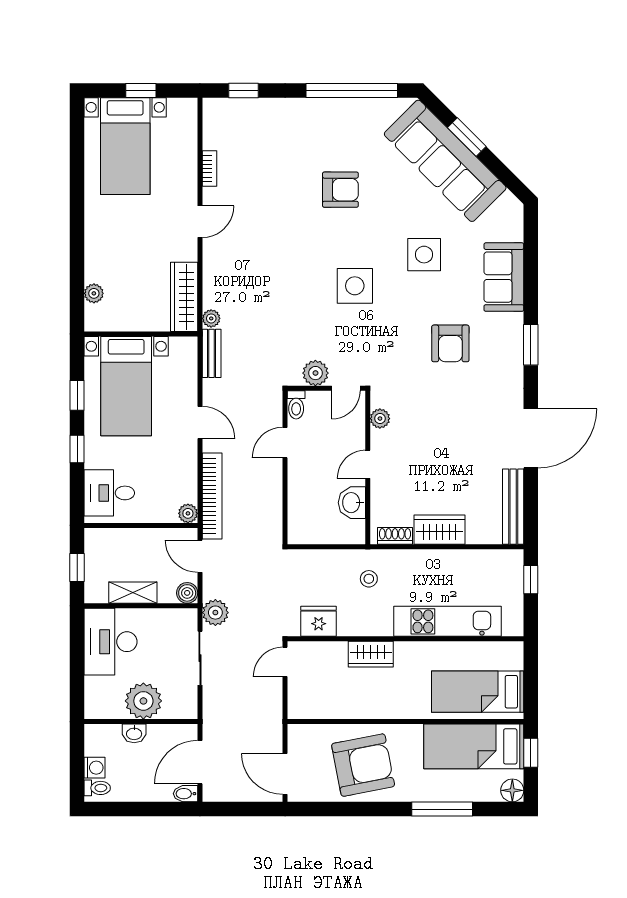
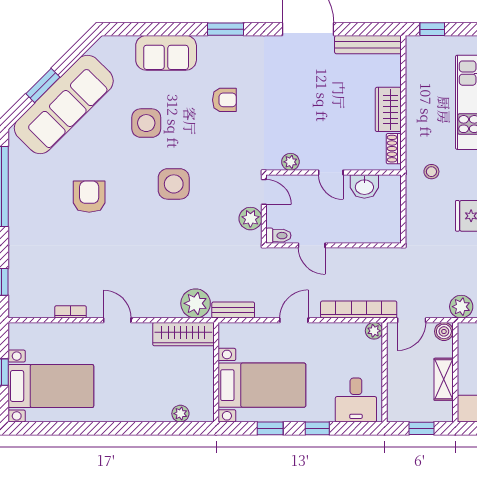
plant: (211, 318) -> (196, 303), width x1.88, depth x1.88
armchair: (450, 343) -> (224, 100), width x0.72, depth x0.72

